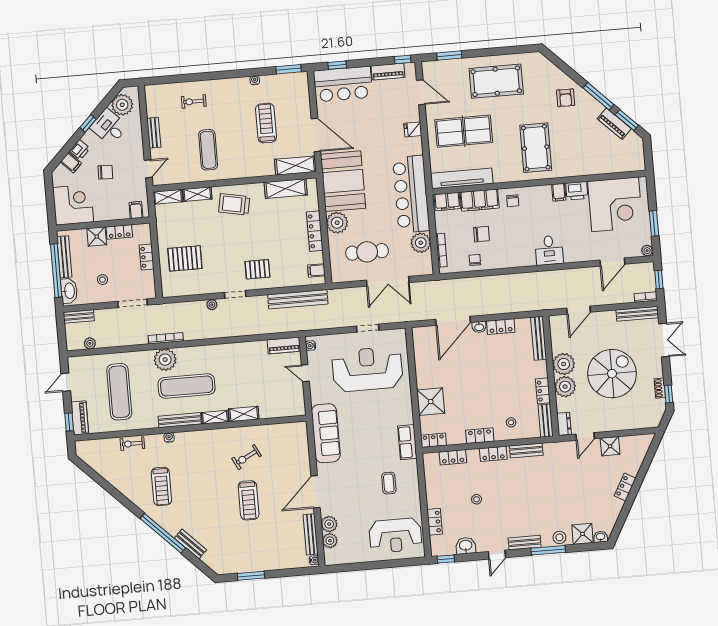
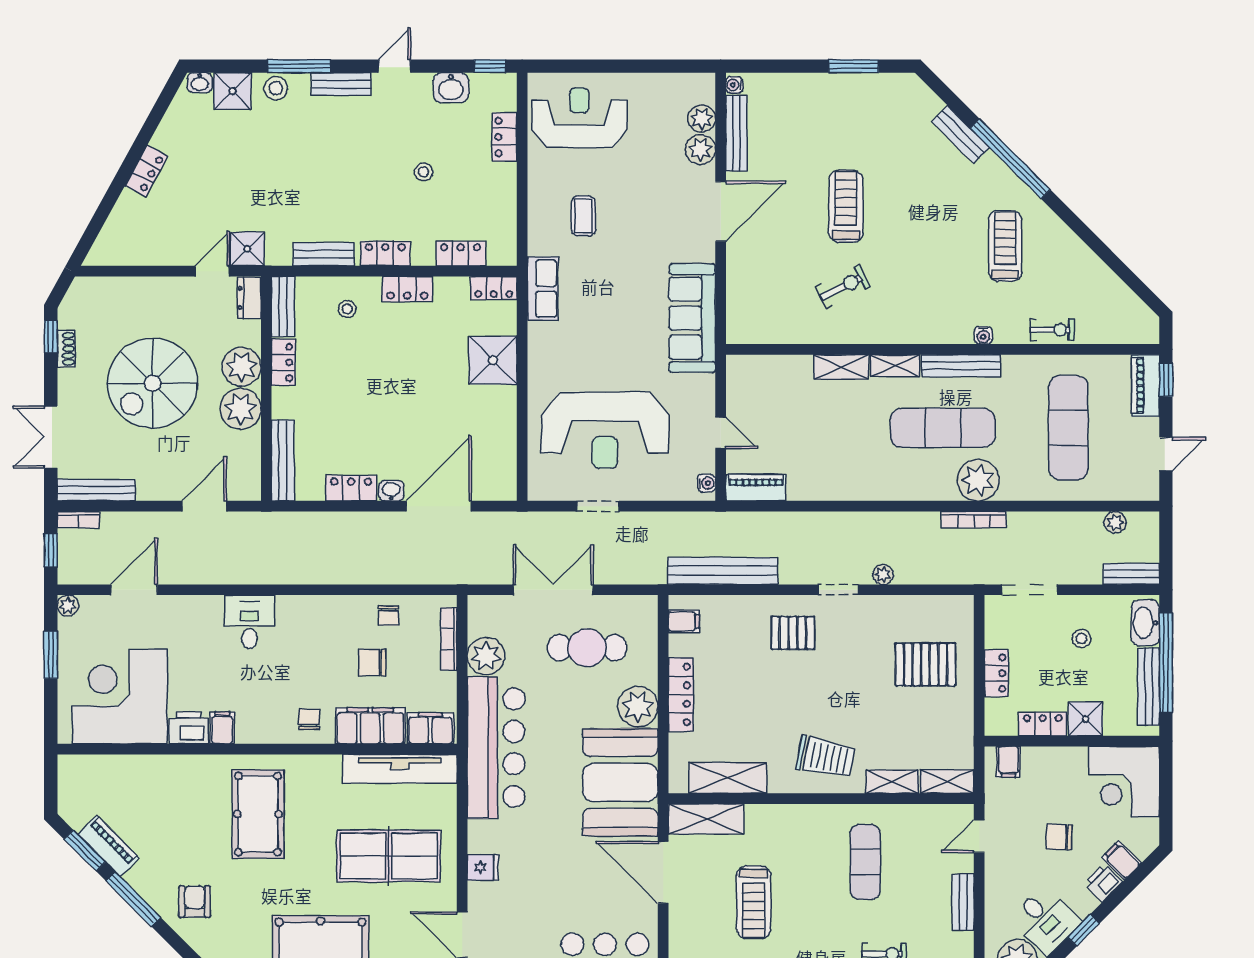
shower: (610, 446) -> (247, 249), moved

